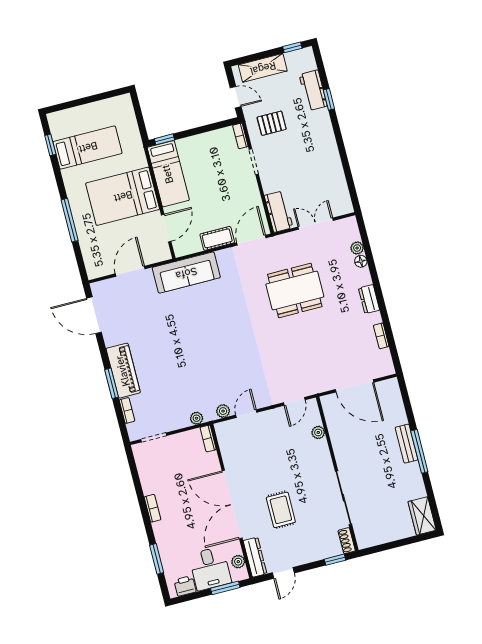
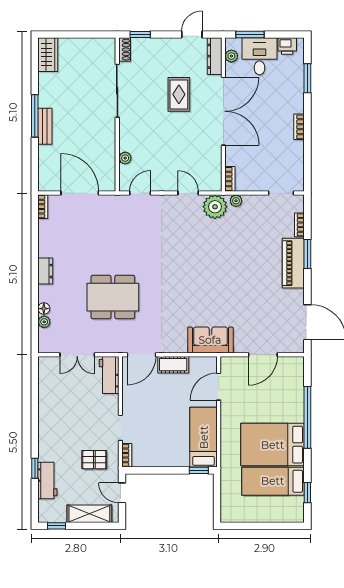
bed: (123, 196) -> (273, 445), moved, turned 180
window: (70, 220) -> (307, 417), width x1.46
sofa: (186, 273) -> (210, 340), width x0.73
bookcase: (381, 336) -> (43, 207), moved
plant: (223, 411) -> (215, 207), width x1.87, depth x1.87
door: (246, 414) -> (188, 193), swing flipped

